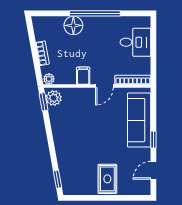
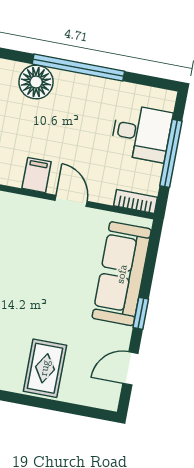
window: (153, 50) -> (171, 153), added
bookcase: (133, 80) -> (136, 201), width x0.64
door: (104, 86) -> (71, 201), swing flipped

